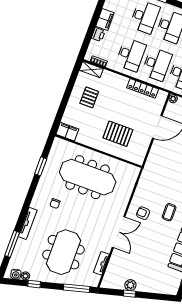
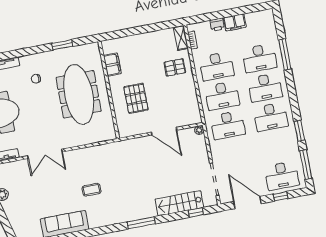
locker: (143, 88) -> (192, 96), removed
pallet: (89, 97) -> (175, 67), moved
filing cabinet: (67, 132) -> (112, 65), moved
armchair: (143, 213) -> (76, 166), removed

